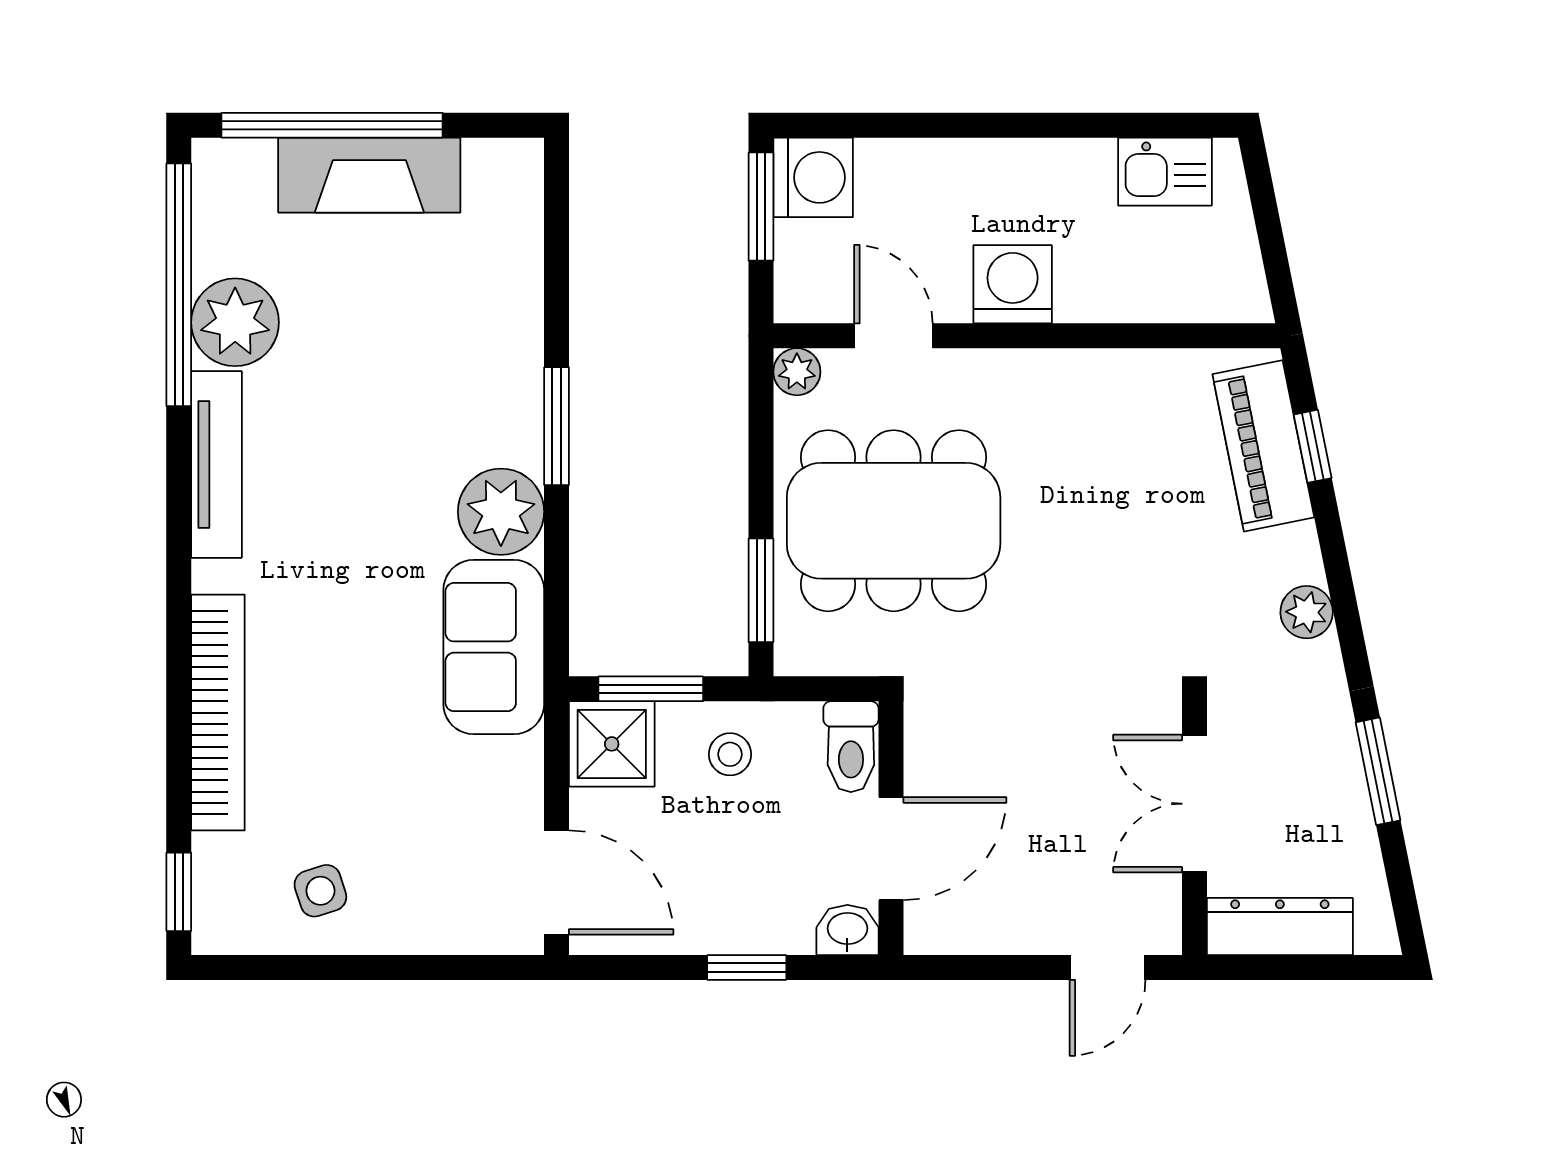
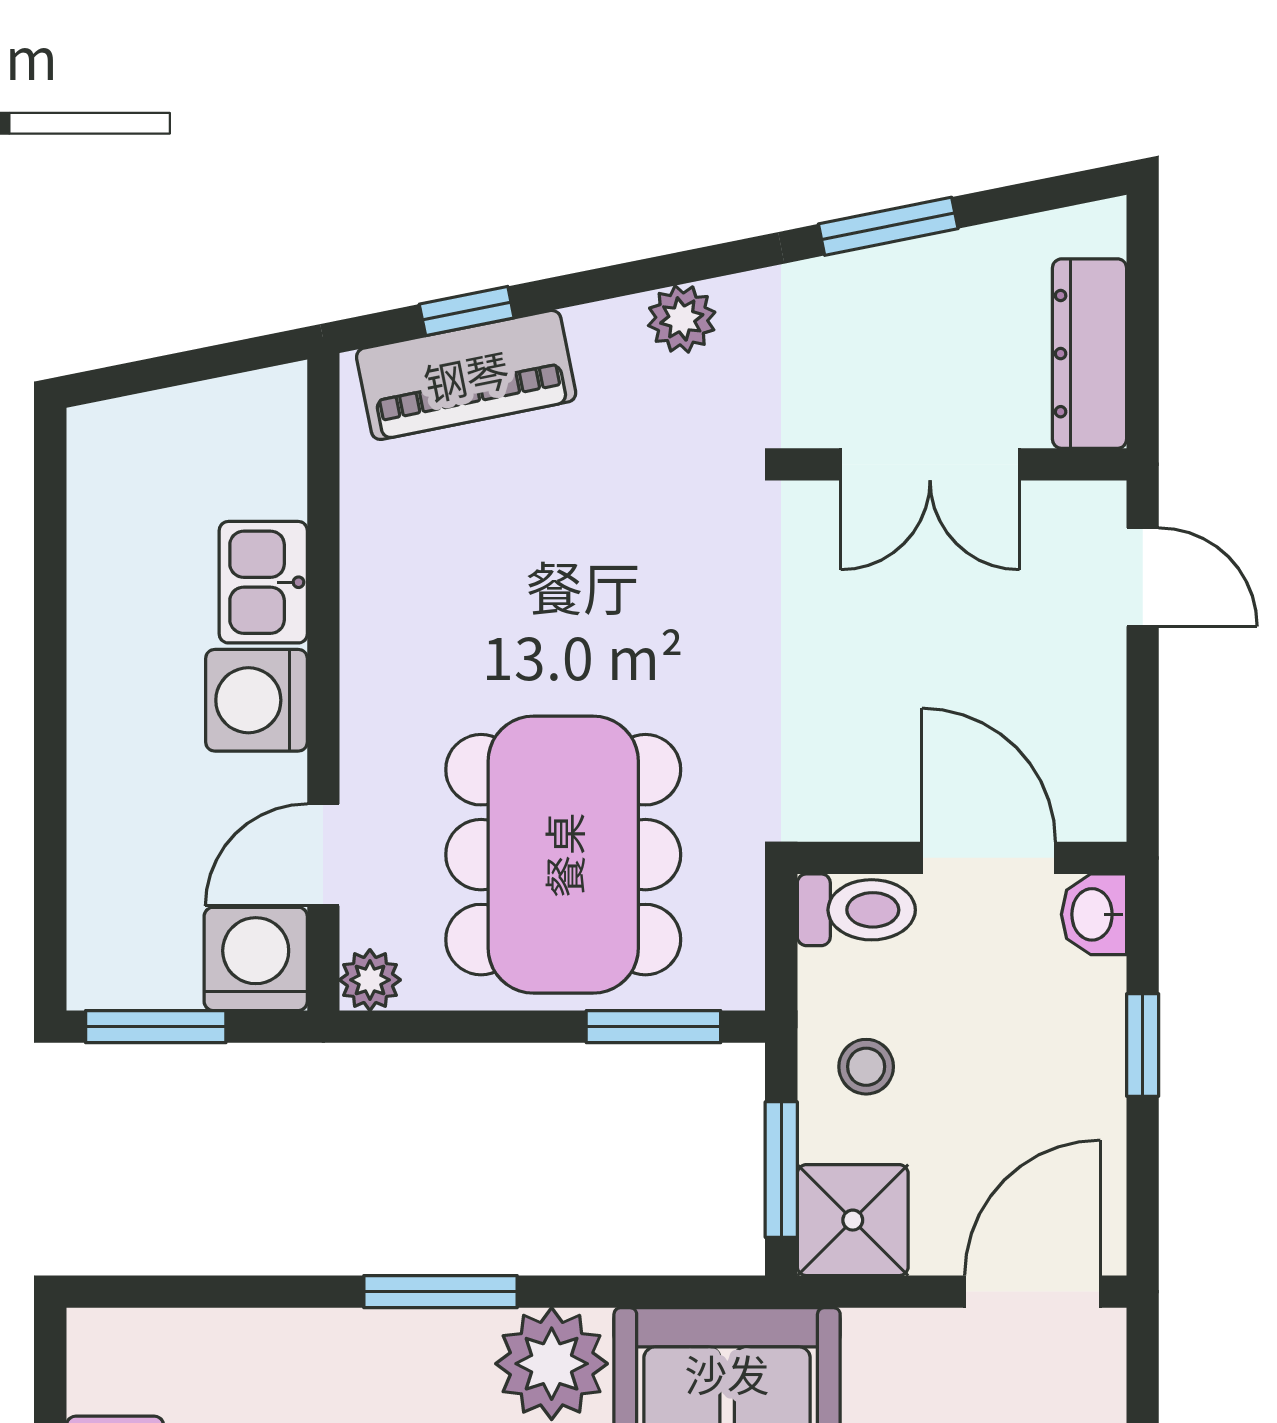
kitchen sink: (1165, 172) -> (263, 582), moved, turned 180
washing machine: (813, 177) -> (256, 959), moved

